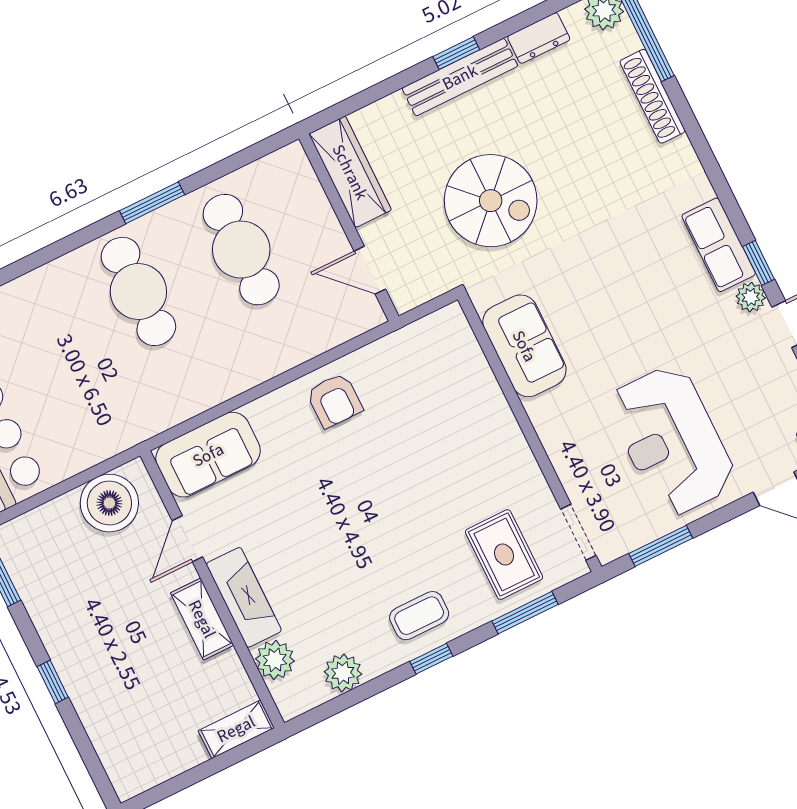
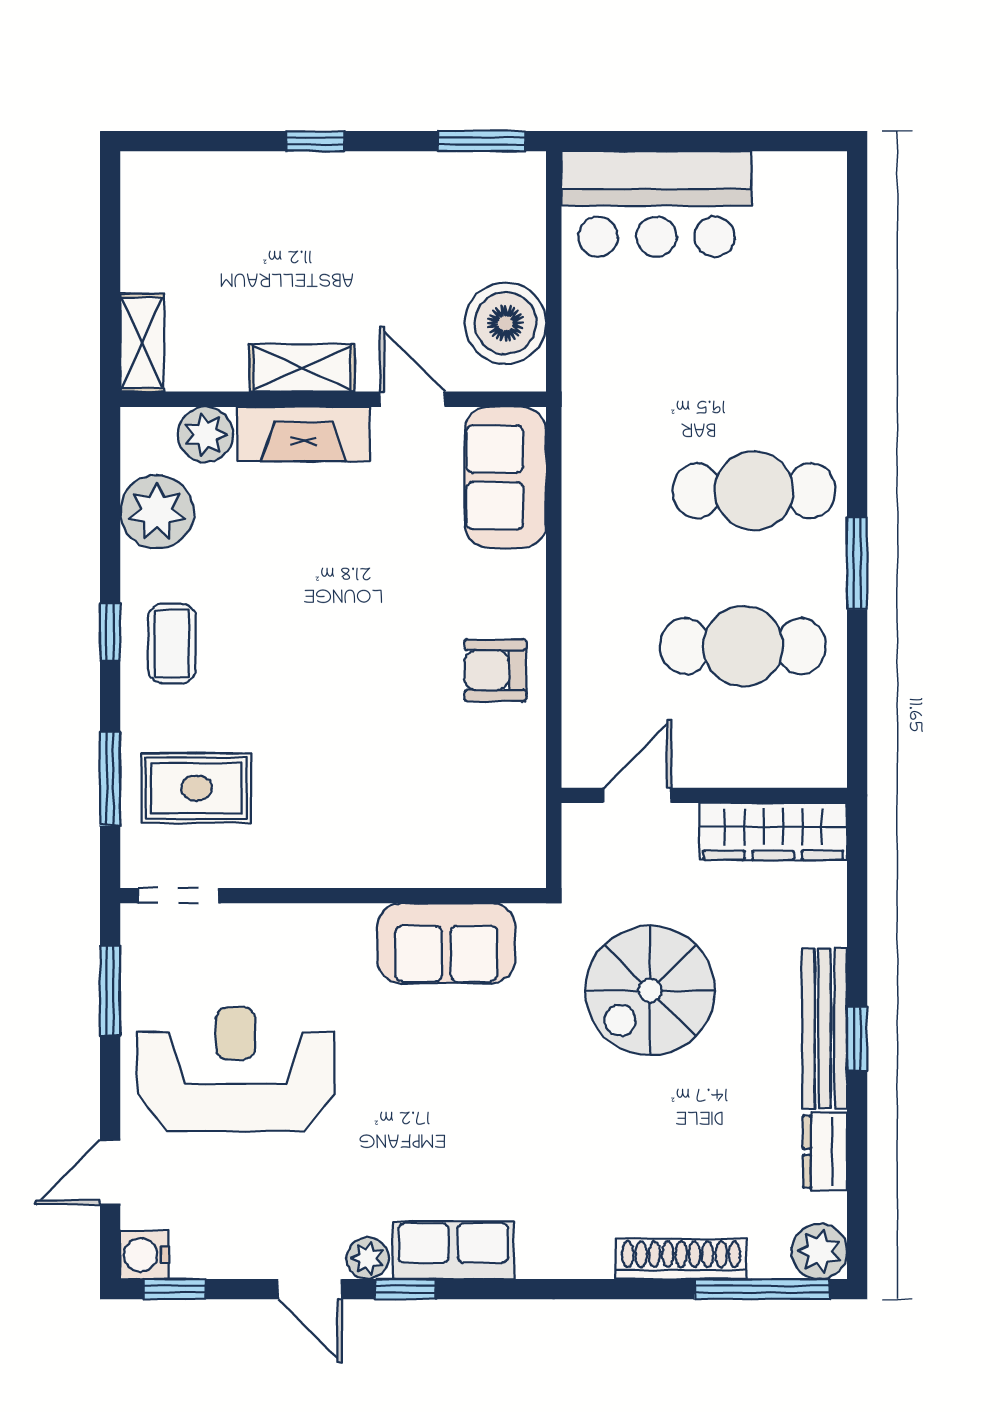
plant: (343, 673) -> (157, 512), width x1.36, depth x1.36

